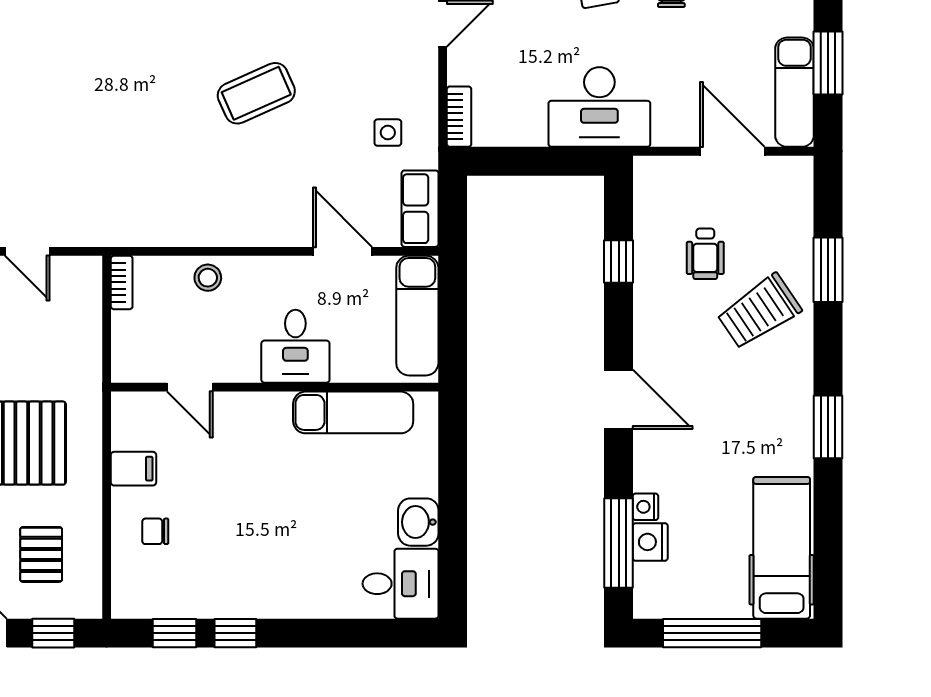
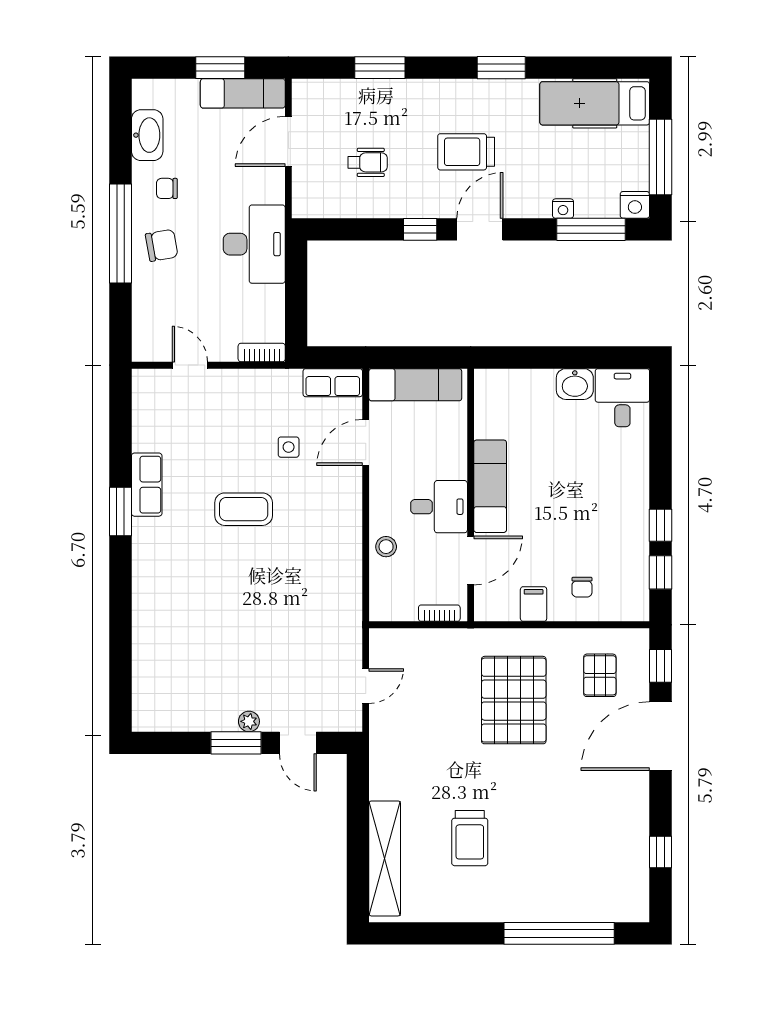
coffee table: (256, 93) -> (244, 509), turned -66
side table: (388, 133) -> (289, 447), moved
window: (619, 262) -> (420, 229), moved
bookcase: (122, 282) -> (439, 613), moved
trolley: (759, 312) -> (466, 152), moved, turned 124
desk: (295, 346) -> (439, 507), moved
door: (190, 387) -> (471, 560), width x1.38
exam couch: (353, 412) -> (490, 486), moved
nightstand: (650, 542) -> (635, 205), moved
pallet: (41, 554) -> (600, 675), turned 90

